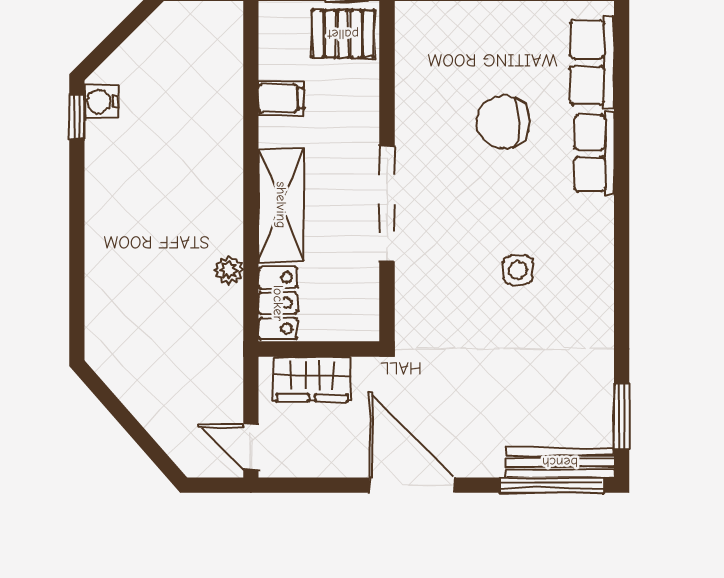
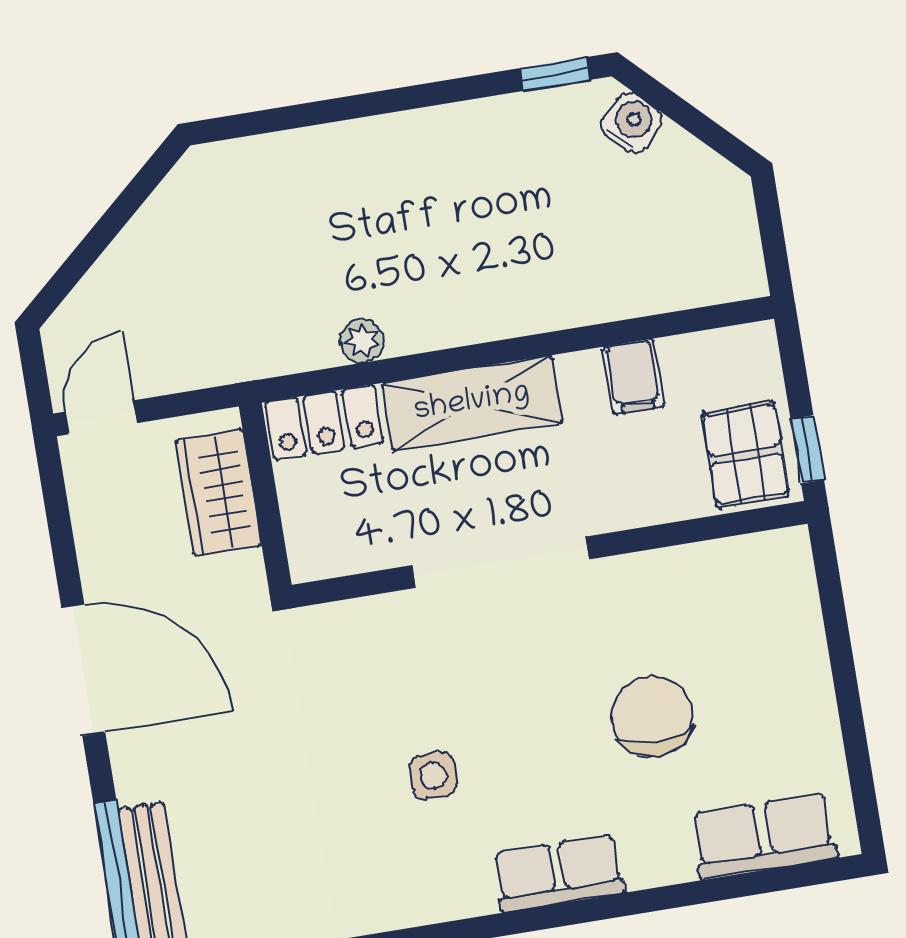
water cooler: (101, 102) -> (632, 123), moved, turned 45
row of seats: (594, 153) -> (558, 873), moved
door: (412, 485) -> (83, 670), hinge flipped

